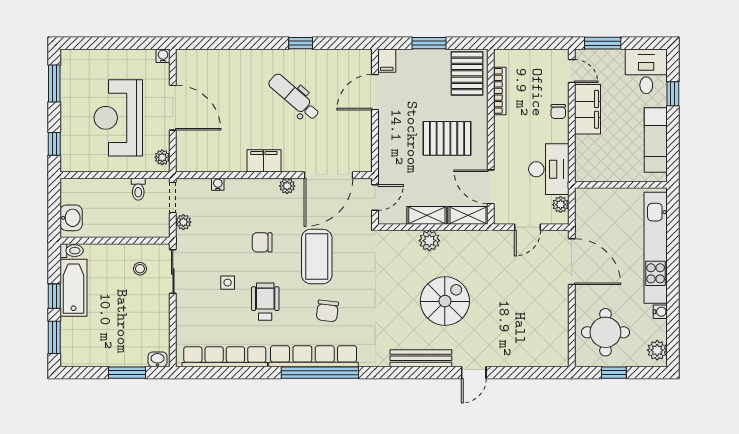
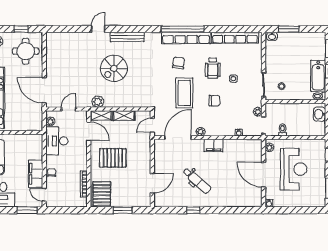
filing cabinet: (387, 61) -> (146, 201), removed
plant: (429, 241) -> (98, 102), moved

